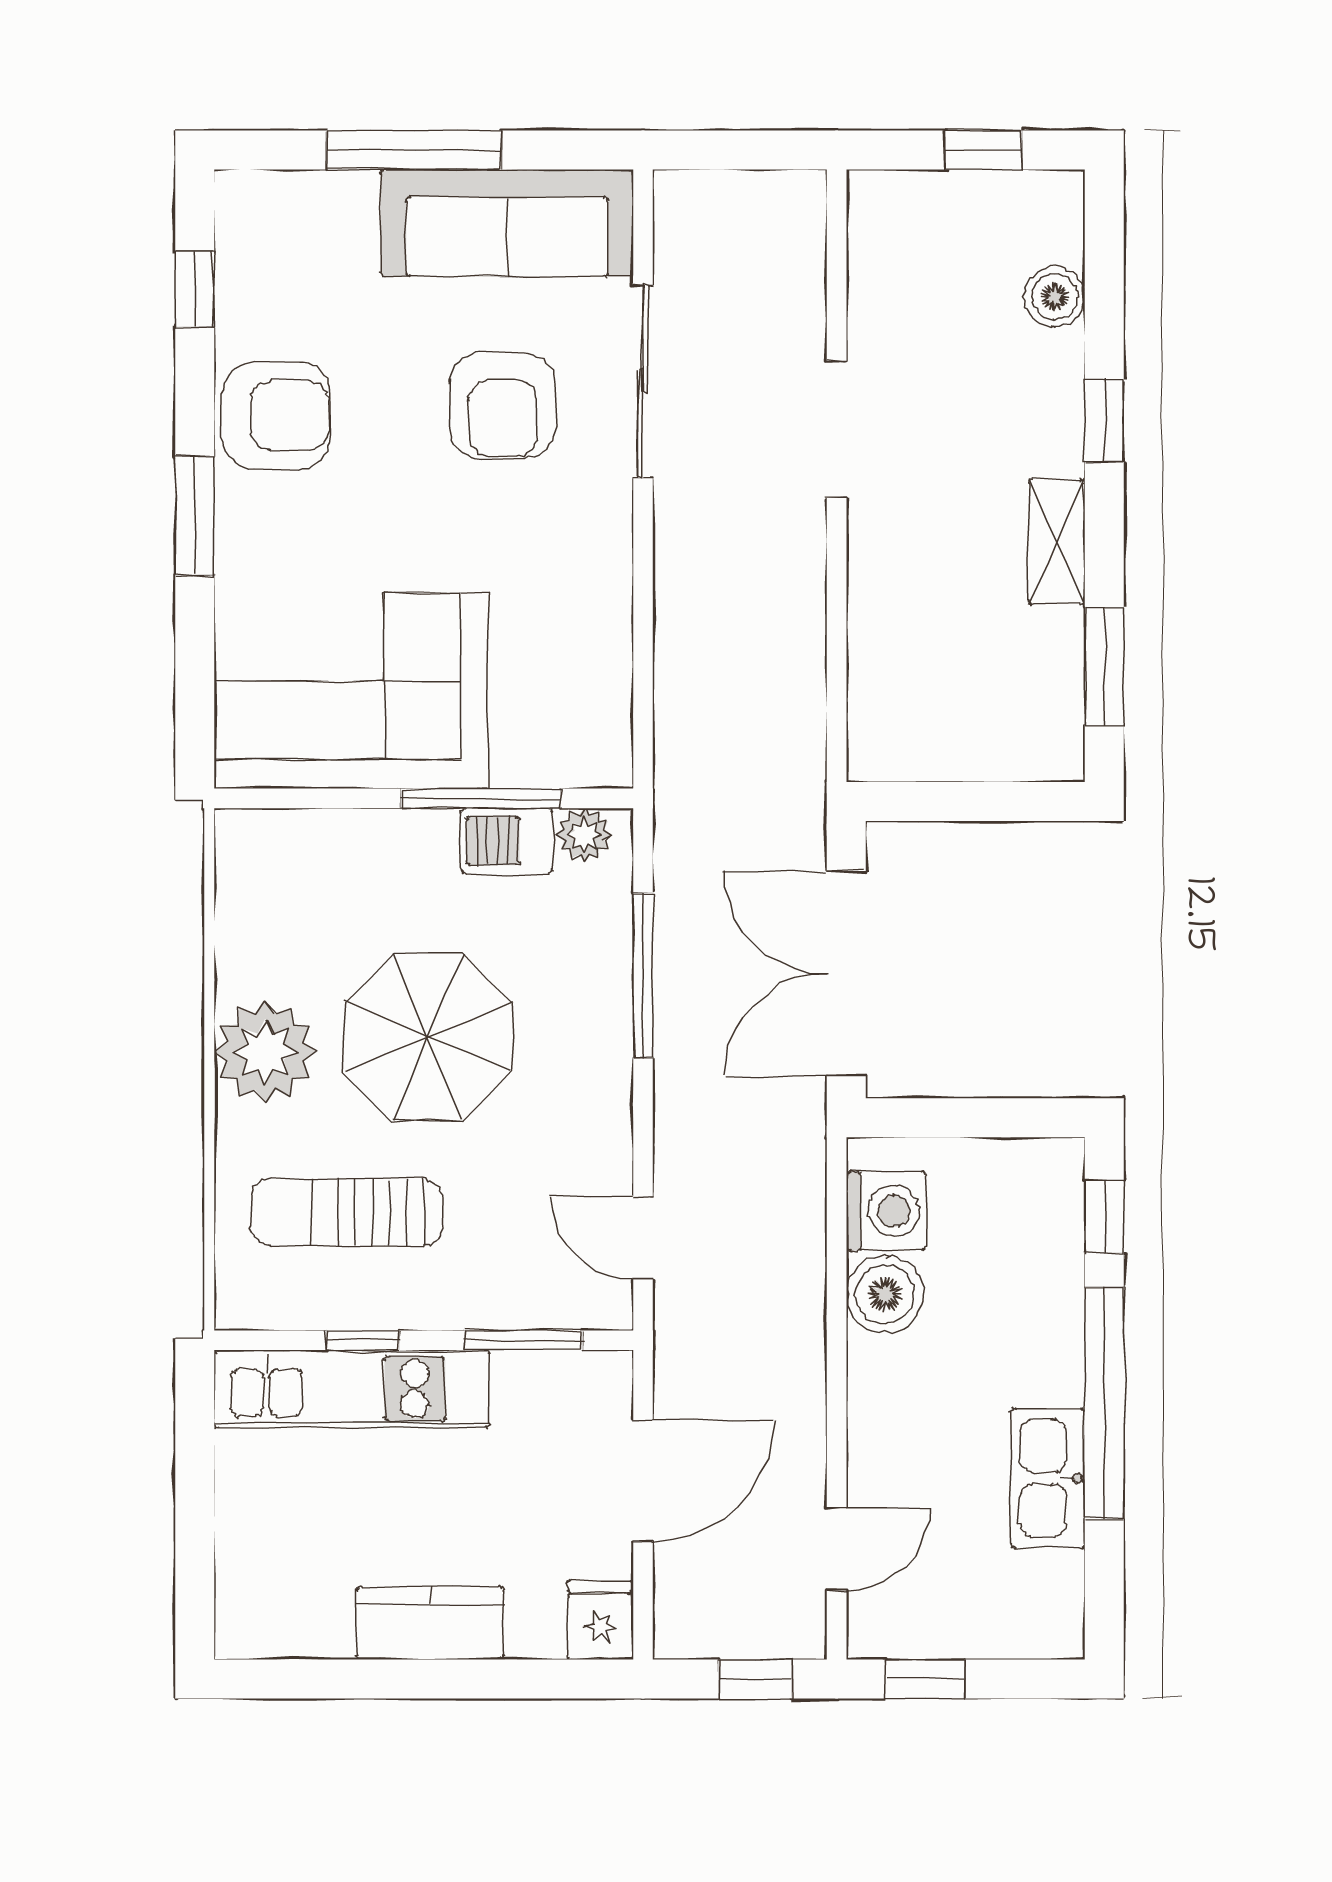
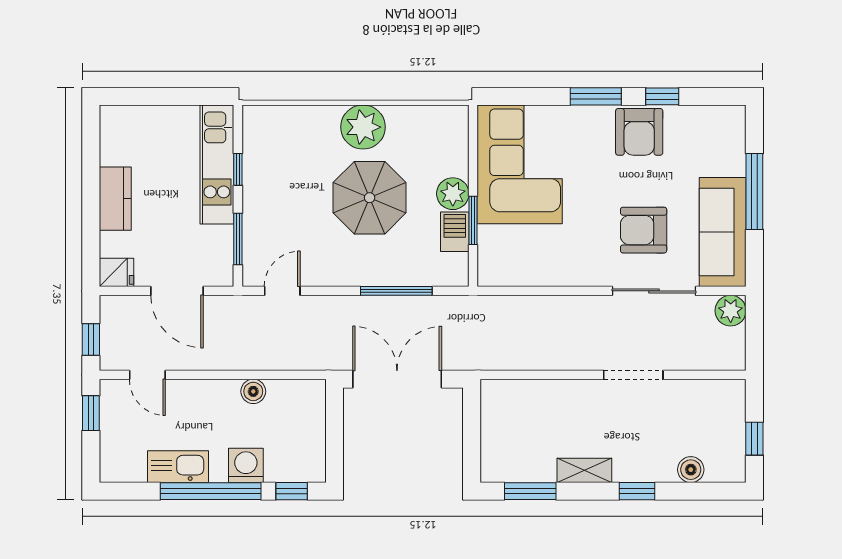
plant: (688, 205) -> (731, 311), added
window: (195, 289) -> (662, 96), moved
window: (480, 798) -> (473, 220), width x0.69
plant: (584, 835) -> (453, 194), moved, width x1.38, depth x1.38
washing machine: (886, 1211) -> (246, 465), moved, turned 180
sun lounger: (347, 1212) -> (293, 162), removed
boiler: (885, 1295) -> (253, 391), width x0.73, depth x0.73

